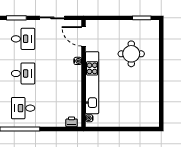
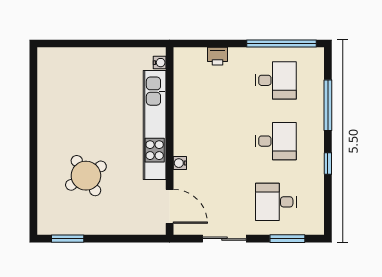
round table: (131, 54) -> (86, 176), turned -32
desk: (23, 73) -> (276, 141), turned 180
printer: (72, 122) -> (218, 56), moved

